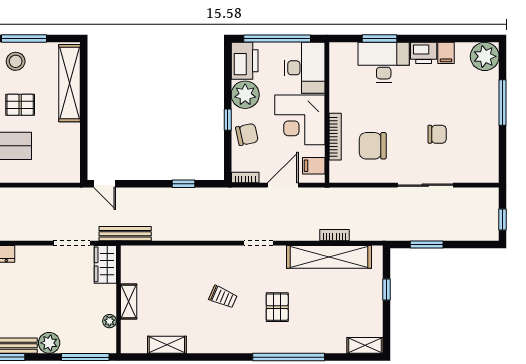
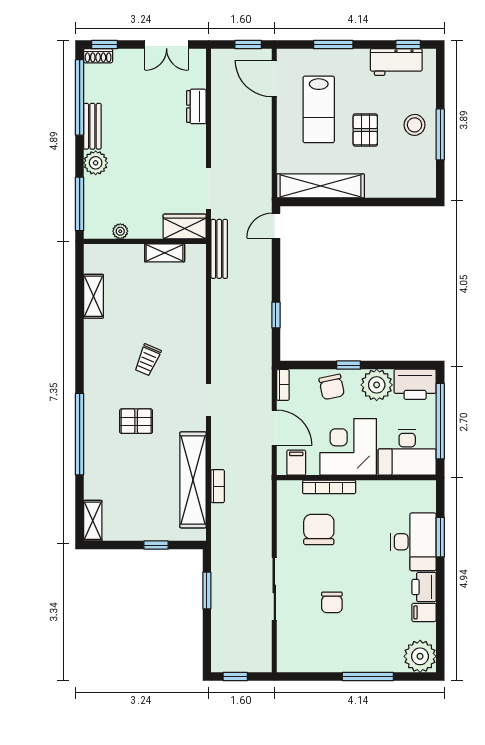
shelving: (69, 83) -> (321, 186), moved
shelving: (129, 301) -> (165, 253), moved

